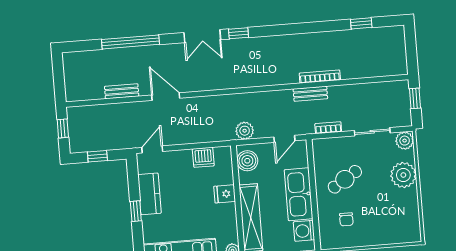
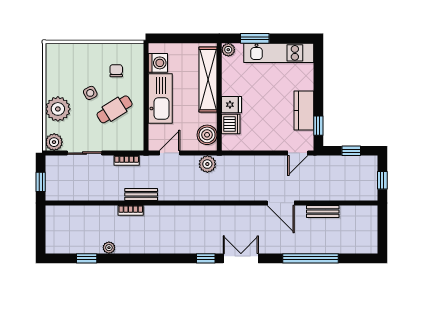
plant: (339, 36) -> (109, 248), added
bookcase: (320, 77) -> (131, 210), width x0.64
dishwasher: (203, 157) -> (231, 124), moved, turned 90
side table: (371, 194) -> (90, 93), added
window: (136, 211) -> (318, 126), moved

